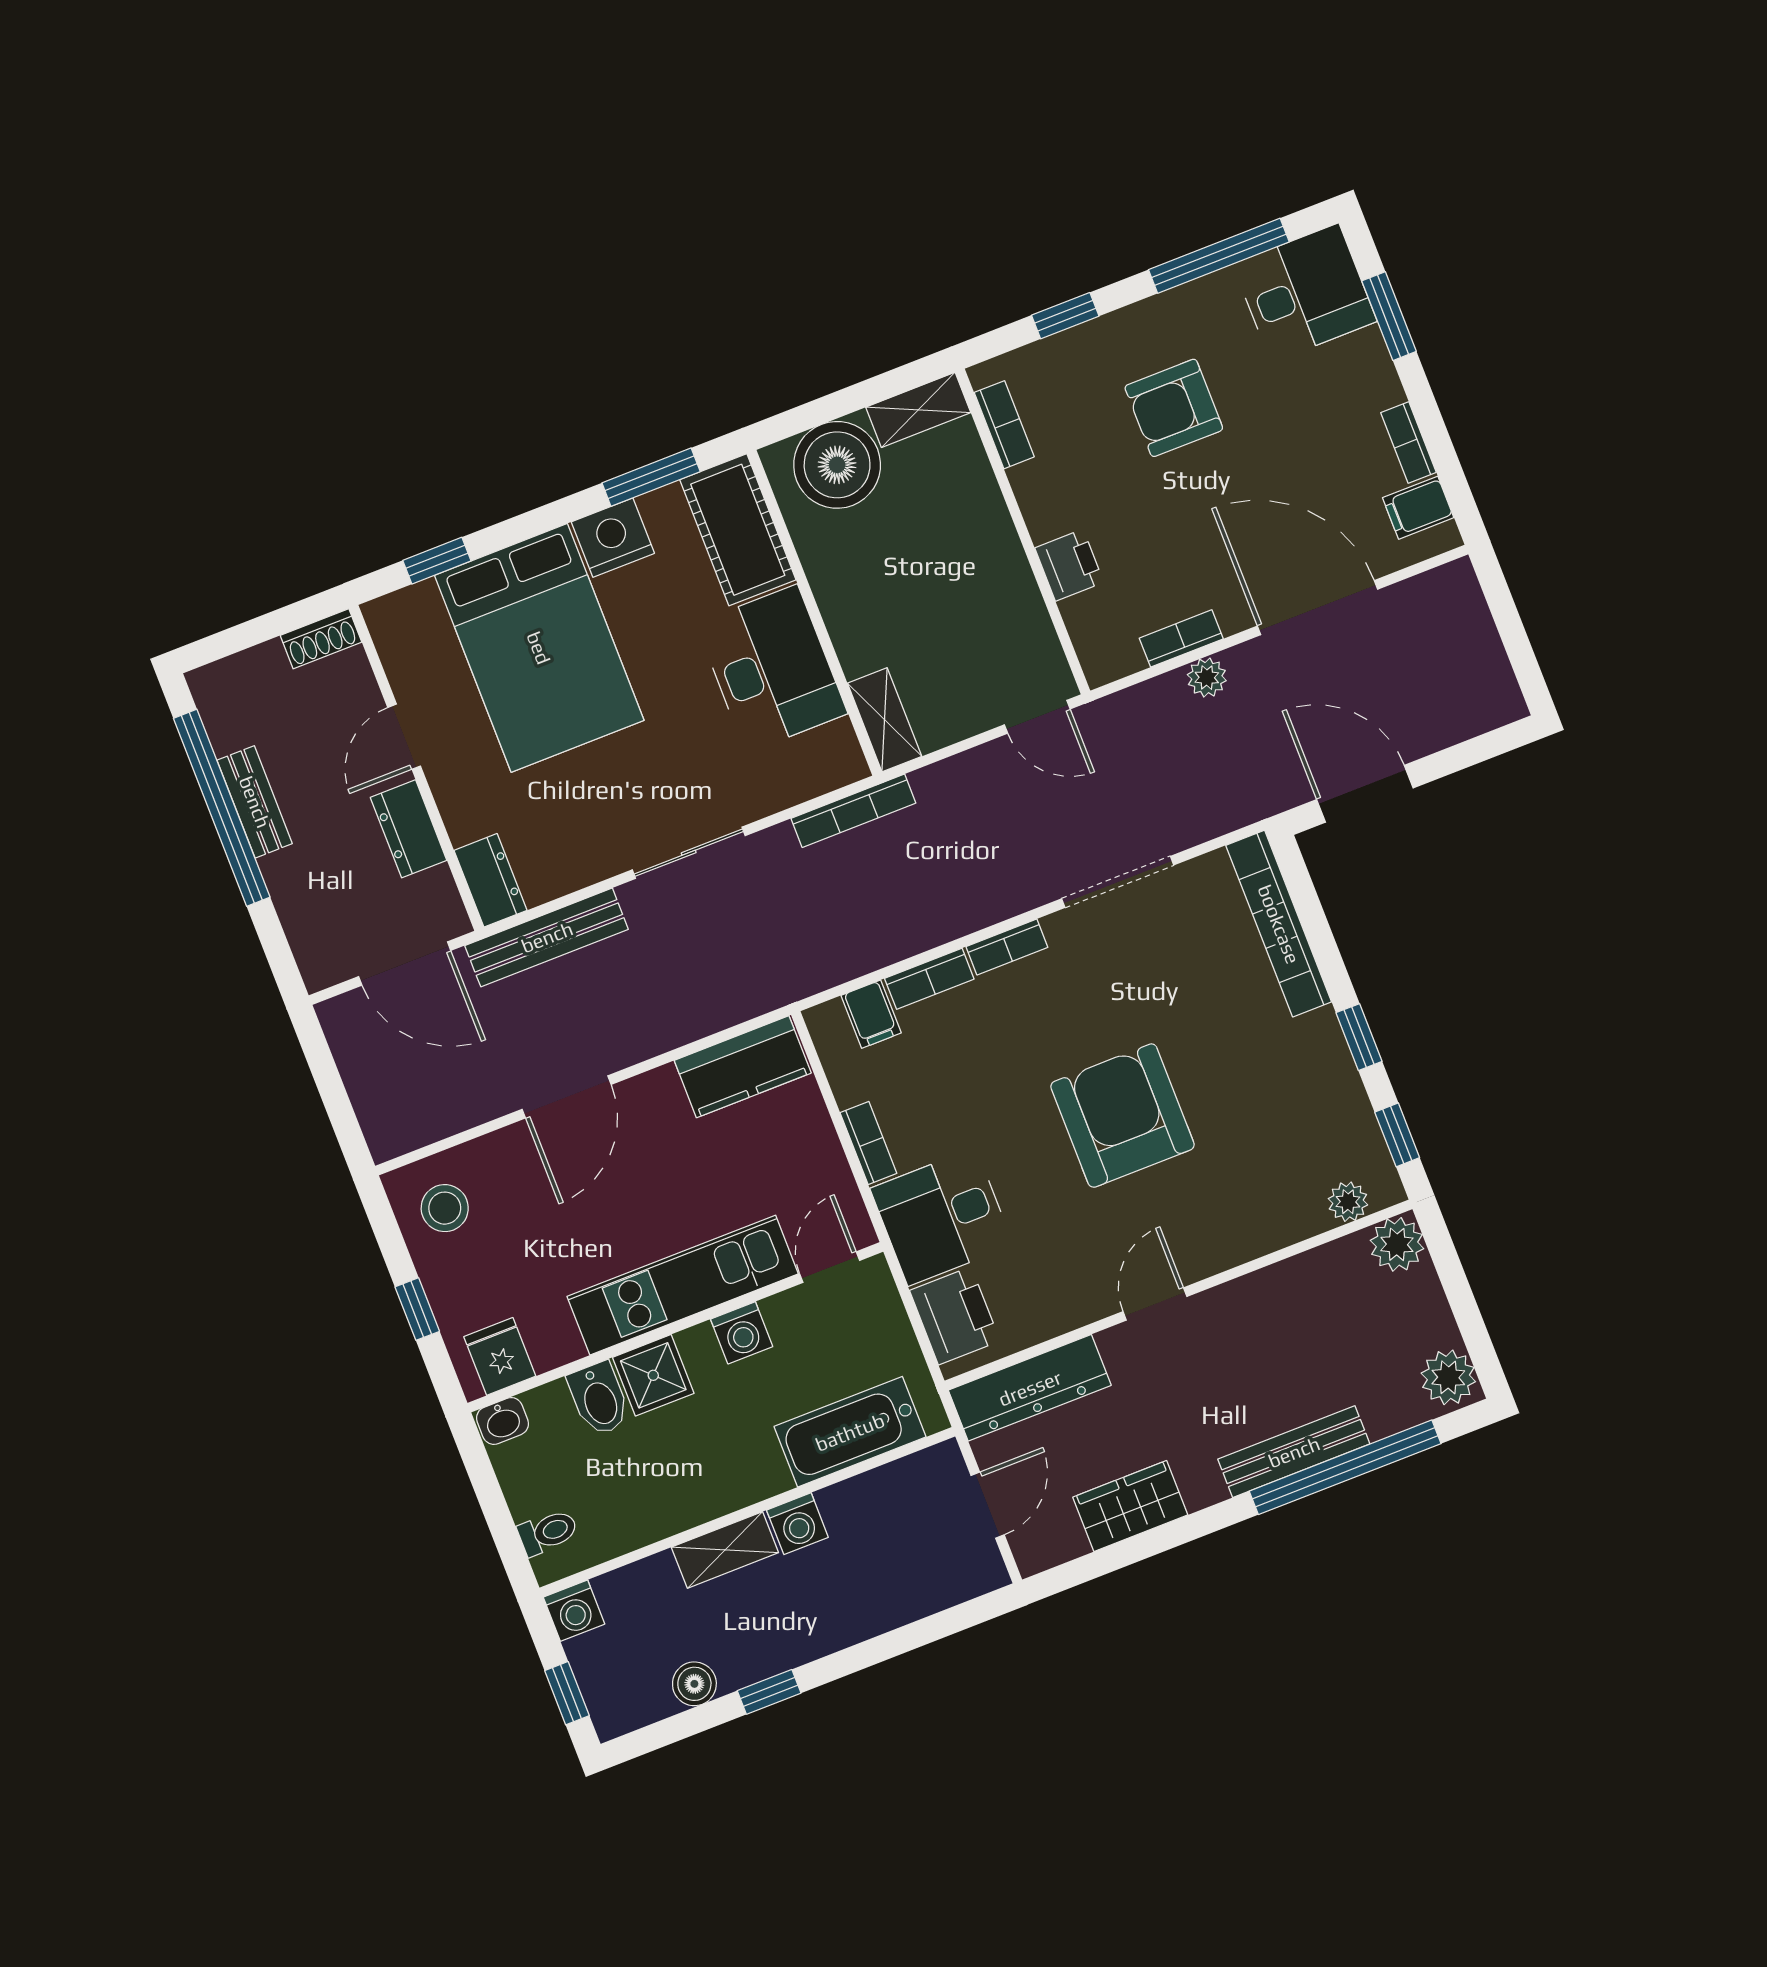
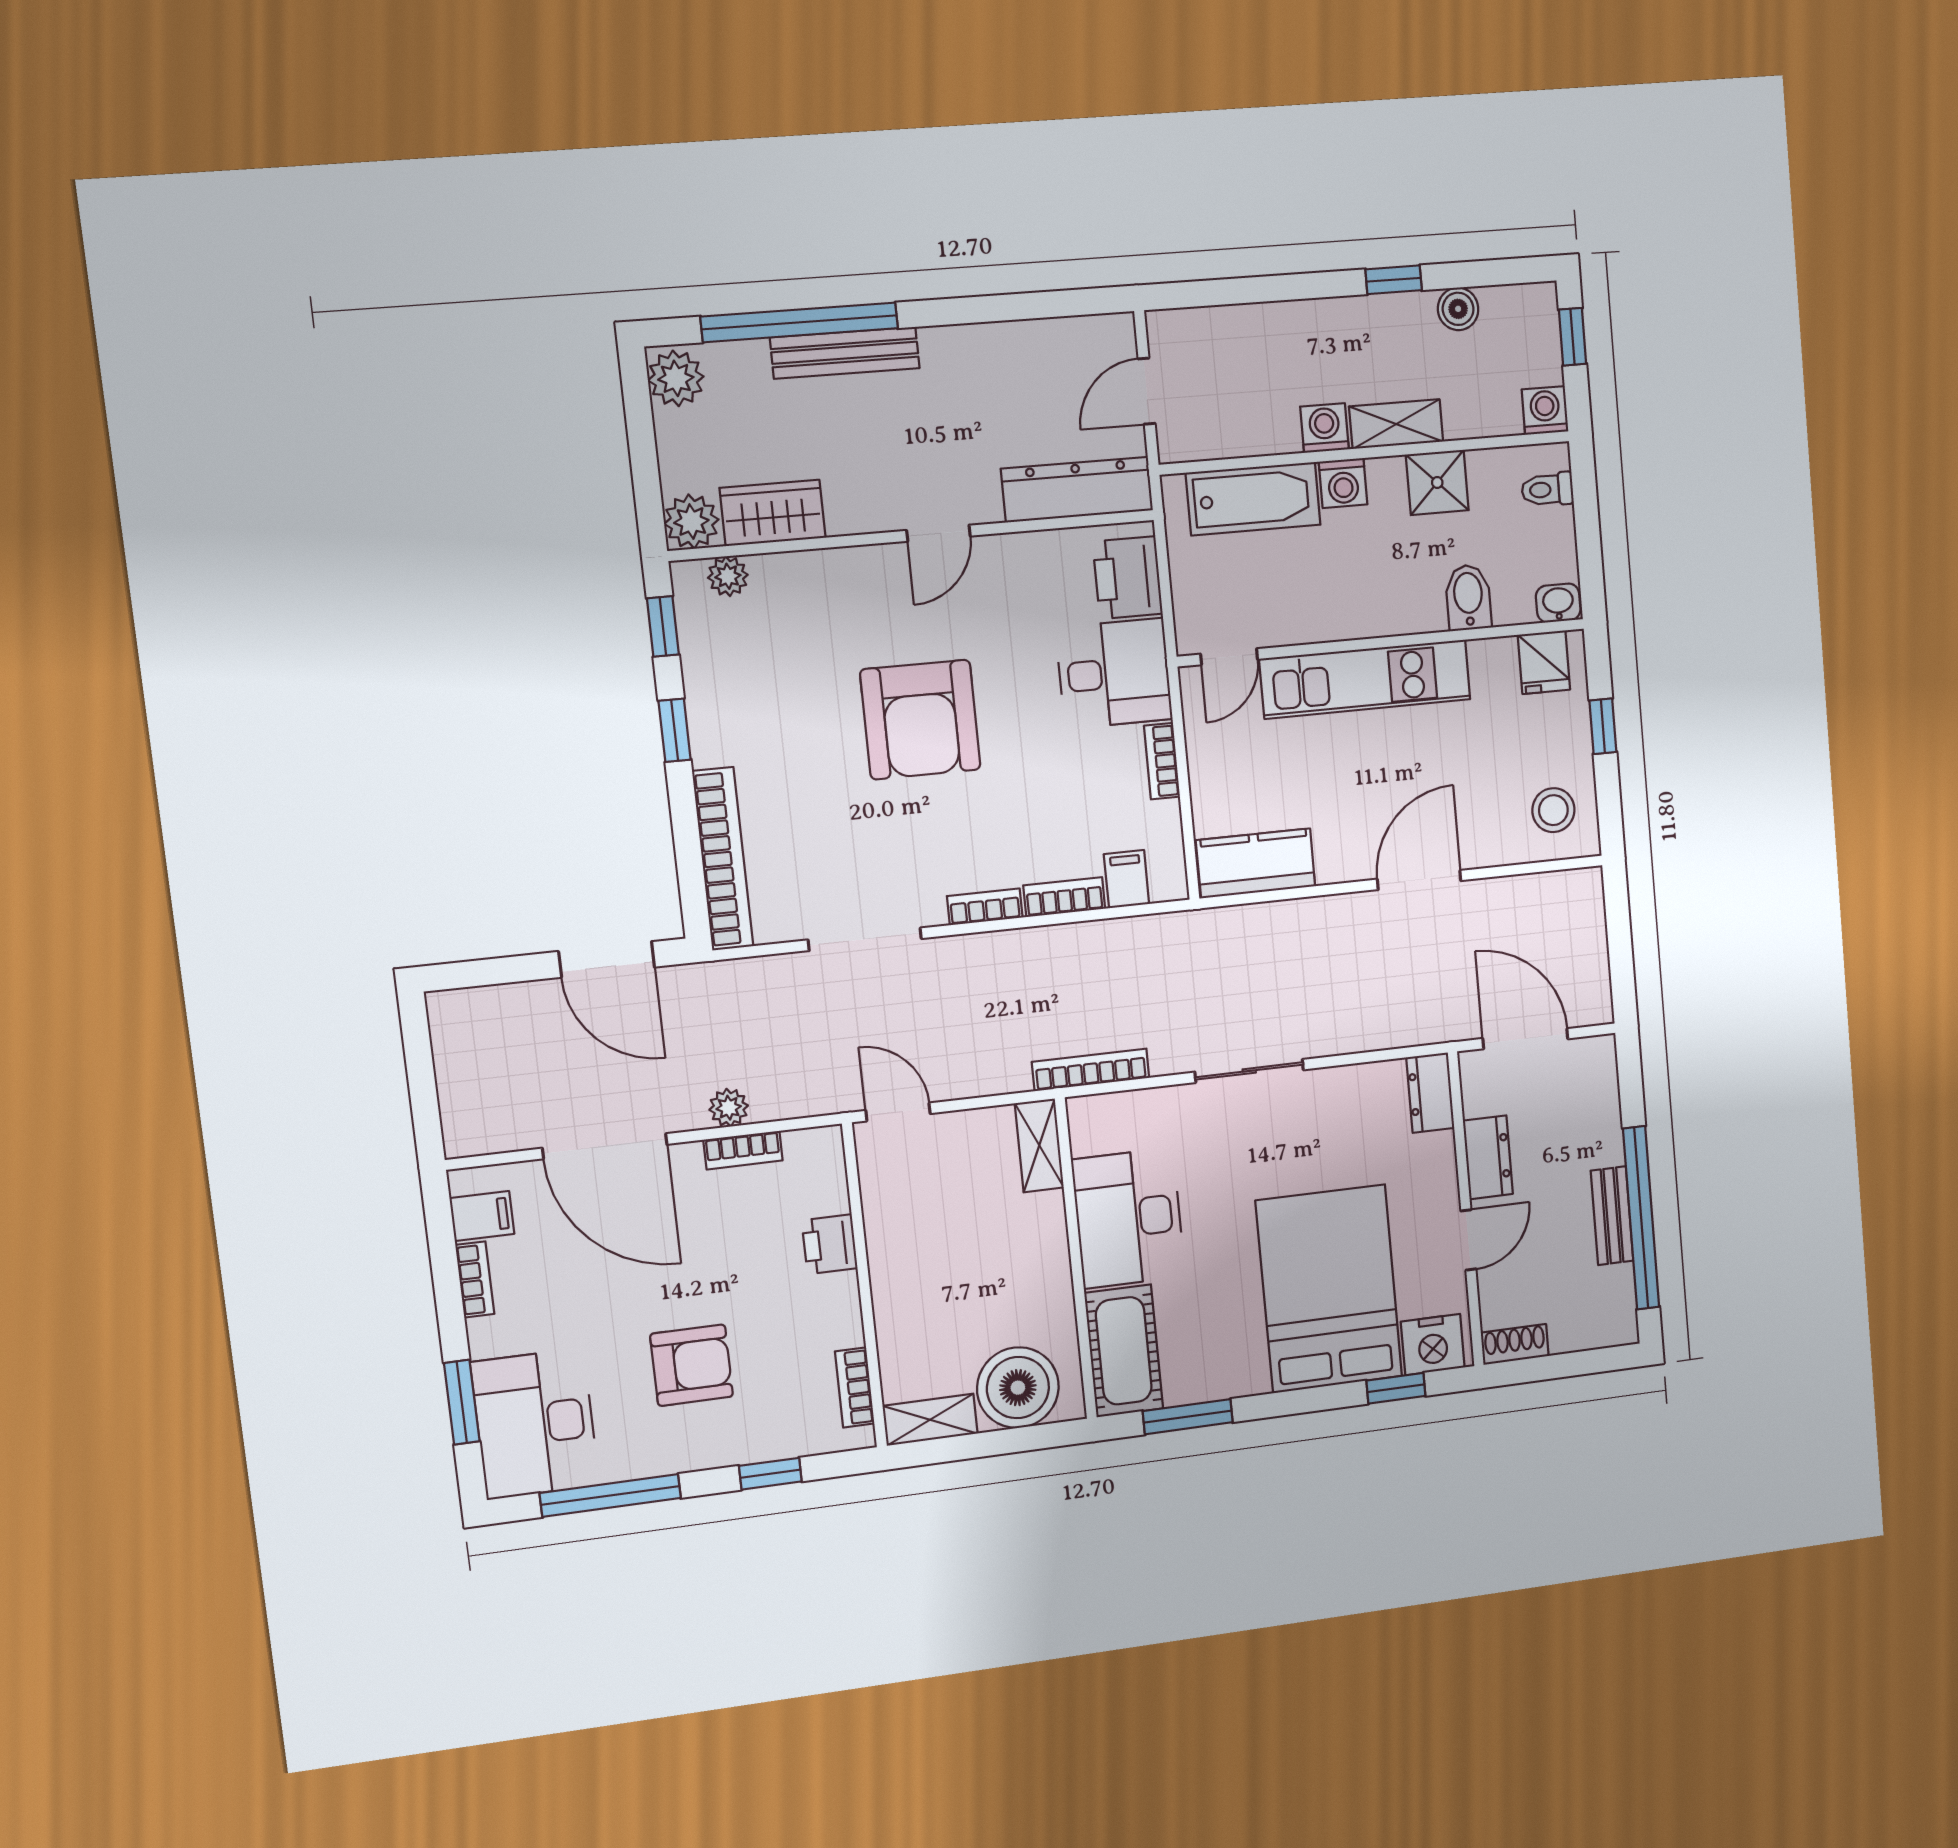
desk: (1305, 293) -> (535, 1424), width x1.37
nightstand: (613, 538) -> (1433, 1345), moved
bench: (547, 937) -> (1396, 1028), removed
washing machine: (742, 1333) -> (1343, 483), moved, turned 180
shower: (653, 1375) -> (1437, 482), moved
wardrobe: (1130, 1506) -> (773, 513), moved, turned 180

